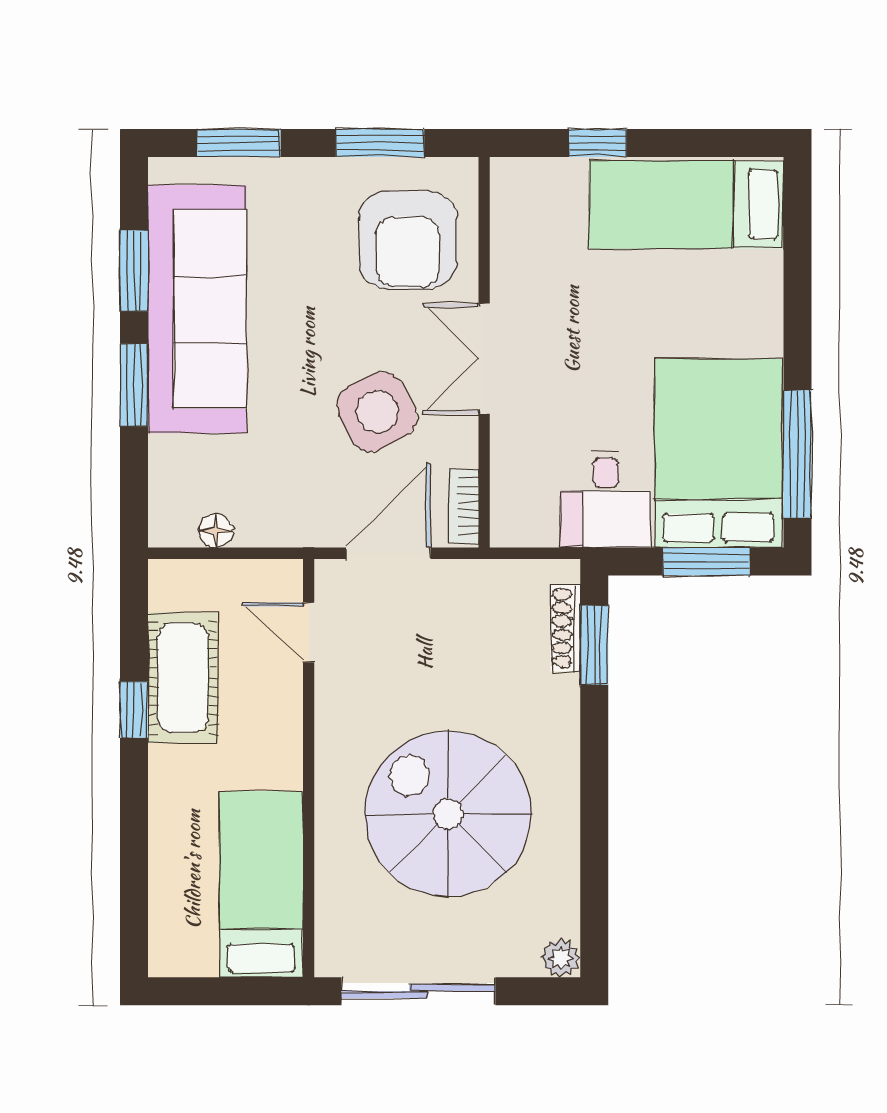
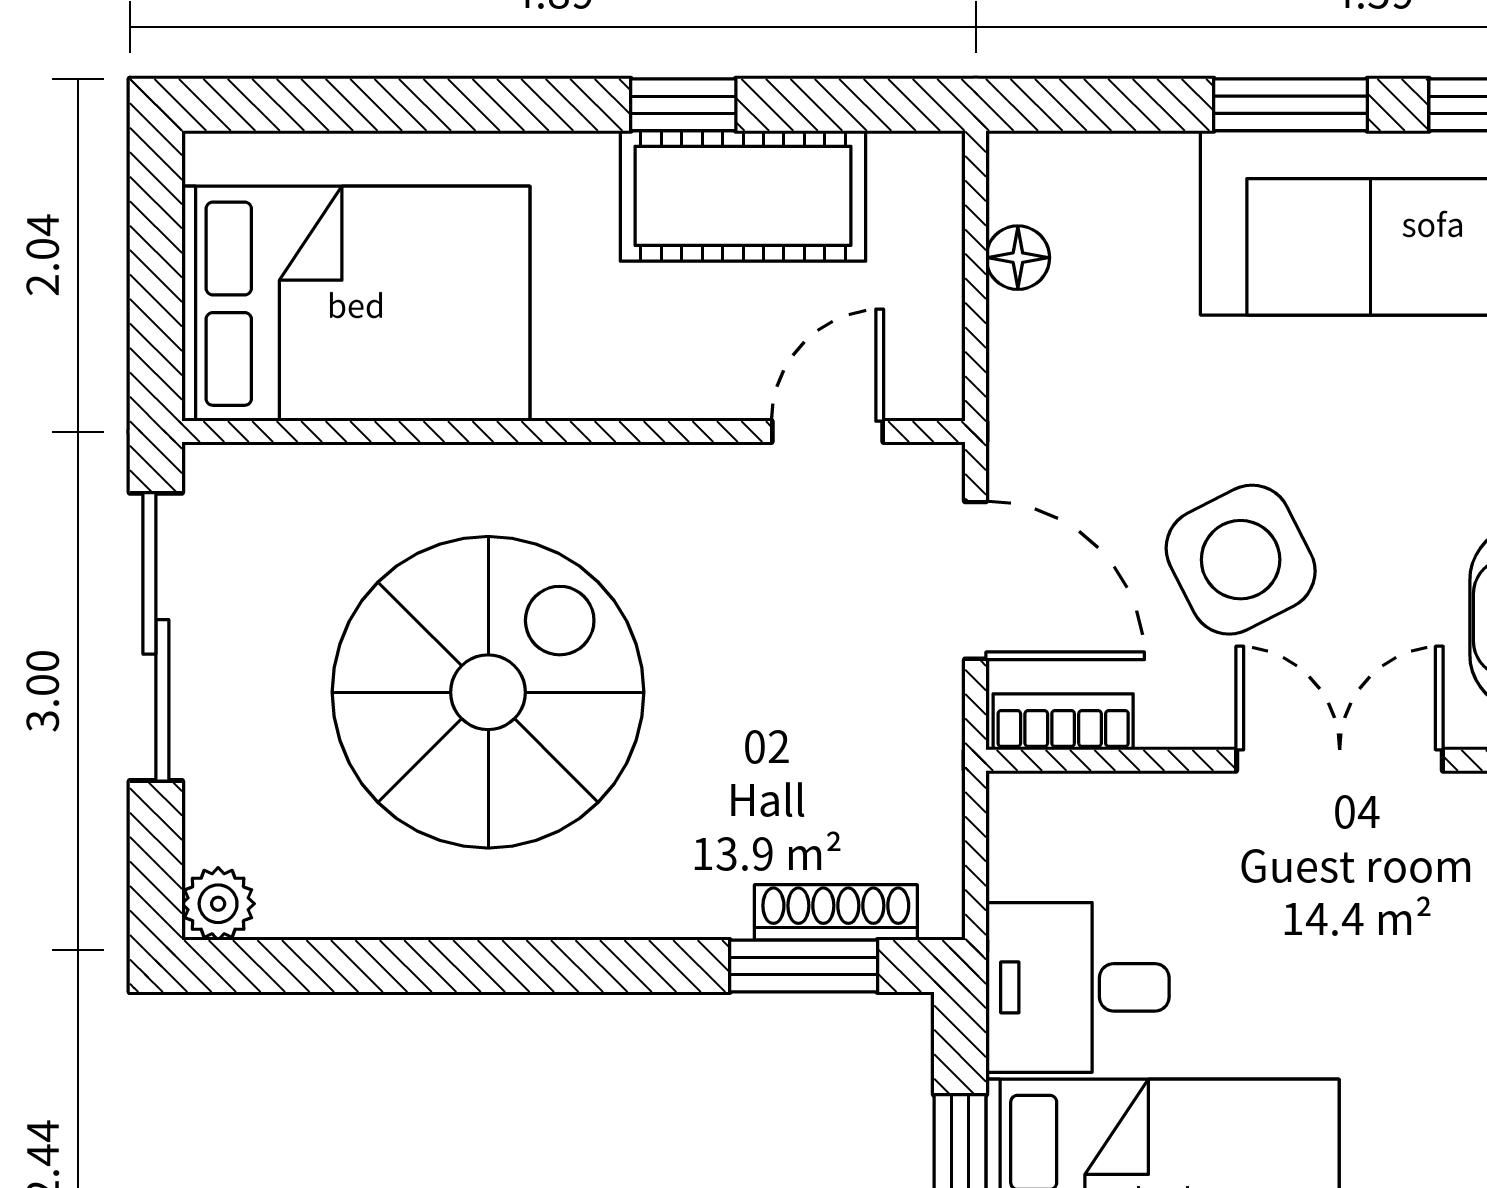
bed: (261, 884) -> (356, 304), width x1.50

